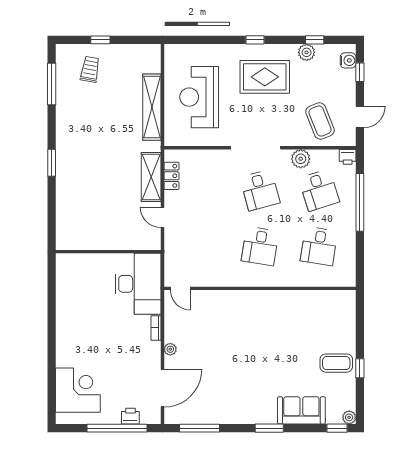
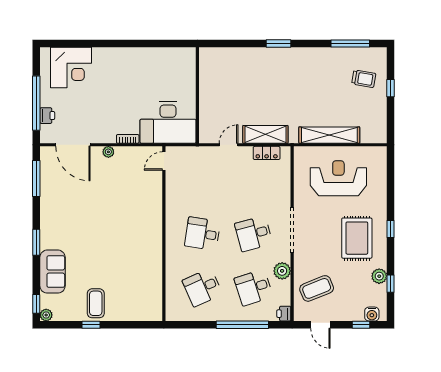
desk: (319, 246) -> (202, 287), turned -33

